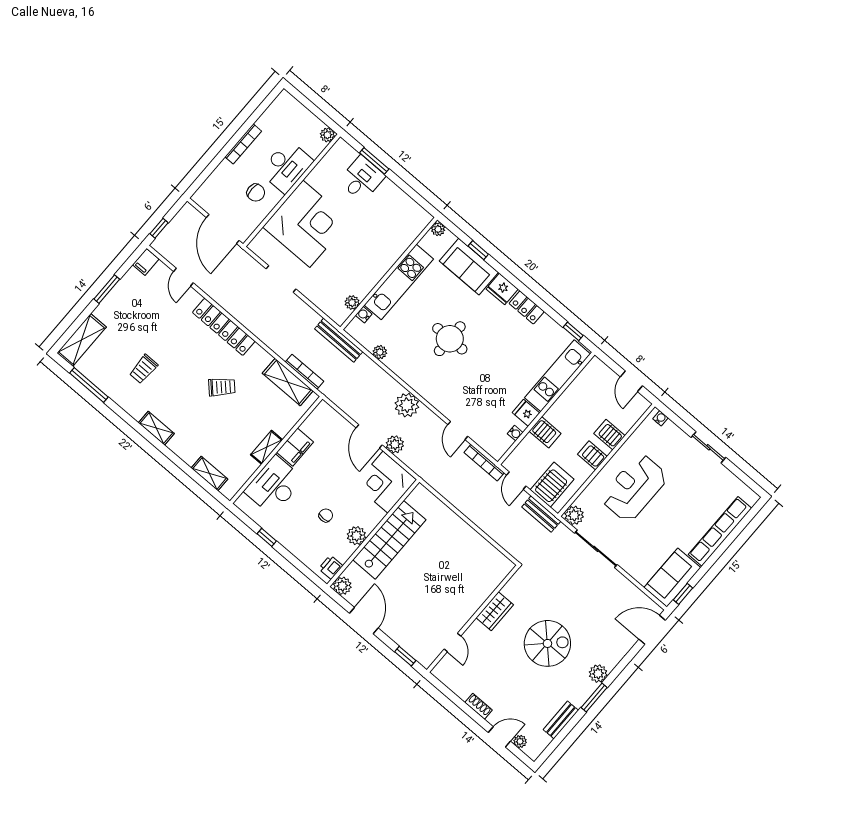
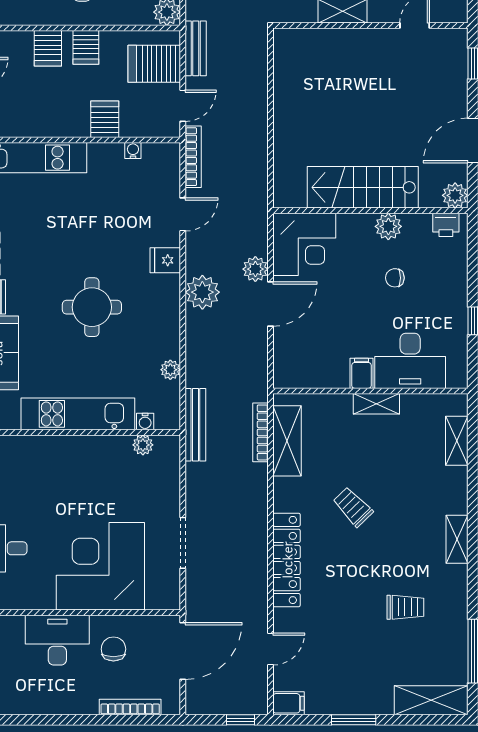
bookcase: (243, 144) -> (130, 707), moved
fridge: (526, 413) -> (165, 260), moved, turned 90
filing cabinet: (295, 447) -> (362, 373), width x0.50

